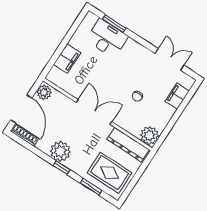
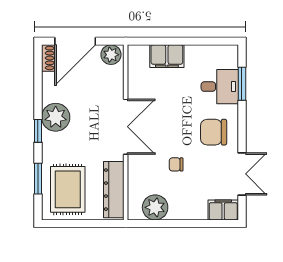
desk: (107, 38) -> (220, 87), width x0.73
chair: (133, 60) -> (214, 132), added
filing cabinet: (177, 96) -> (223, 210), moved
shoe rack: (24, 135) -> (48, 58), width x0.70
plant: (149, 135) -> (155, 207), moved

